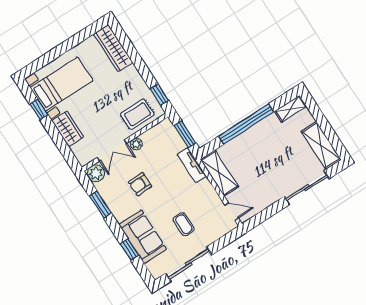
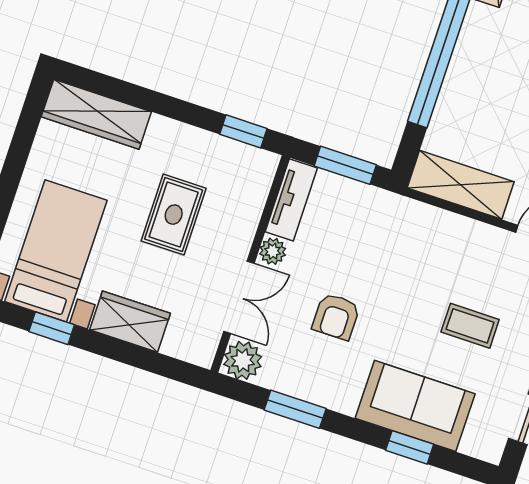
rug: (137, 114) -> (174, 215), moved
tv unit: (192, 165) -> (291, 200), moved, turned -90

